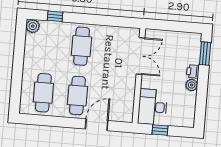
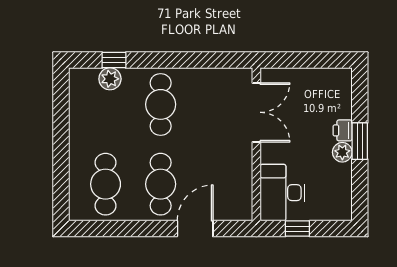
plant: (33, 26) -> (110, 79), moved
window: (205, 53) -> (360, 141), moved

